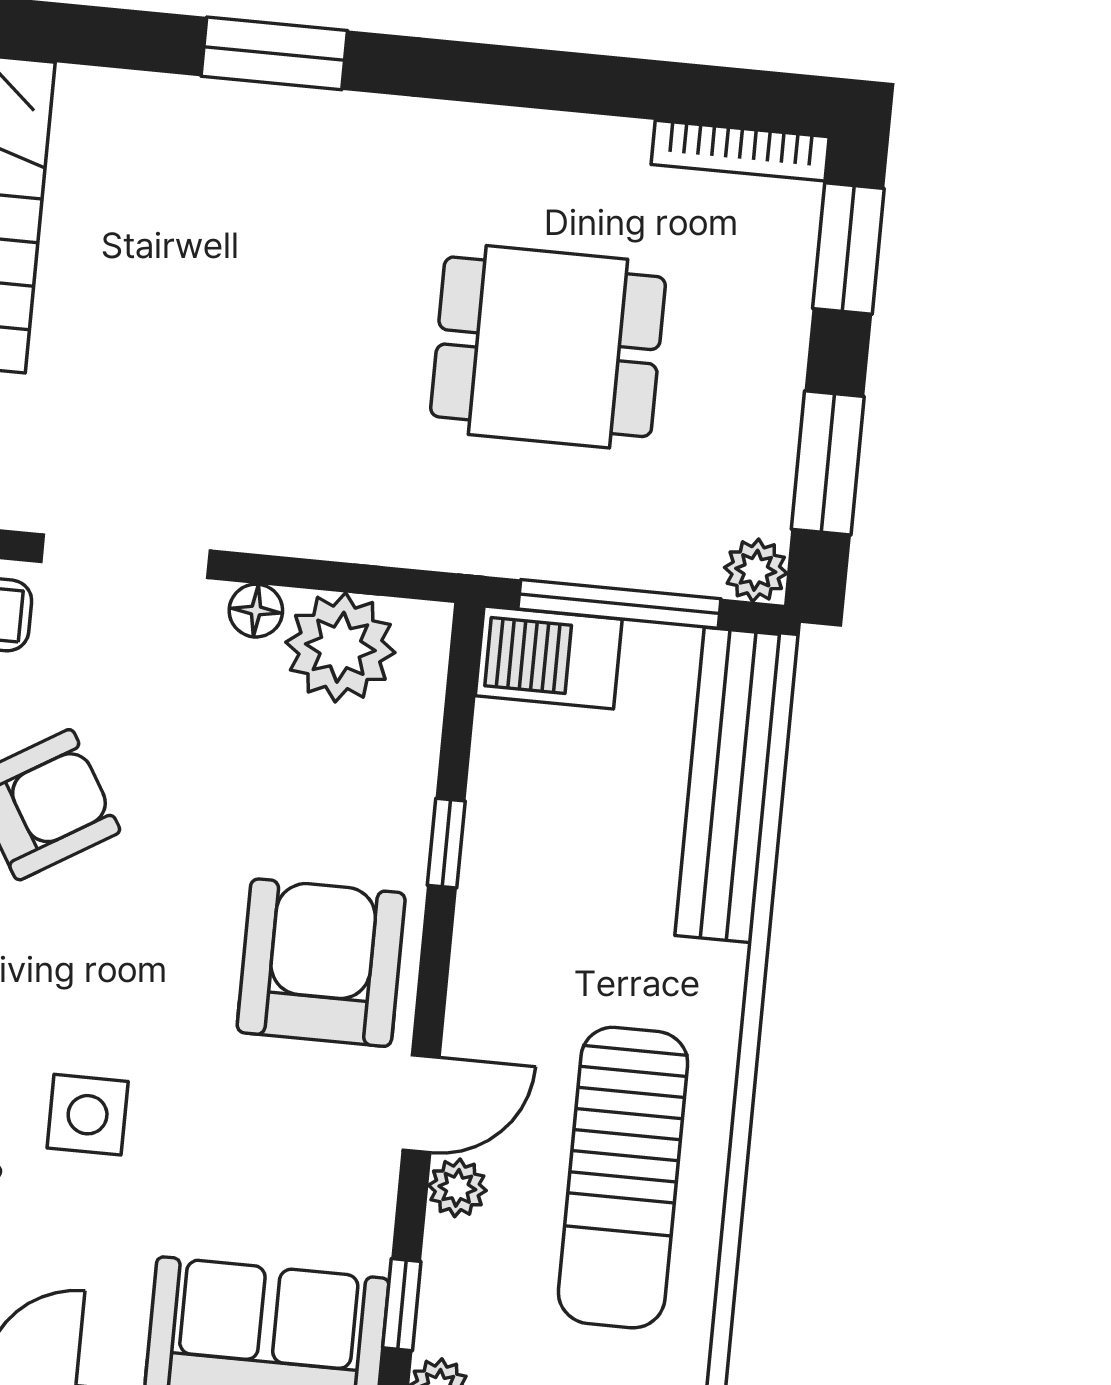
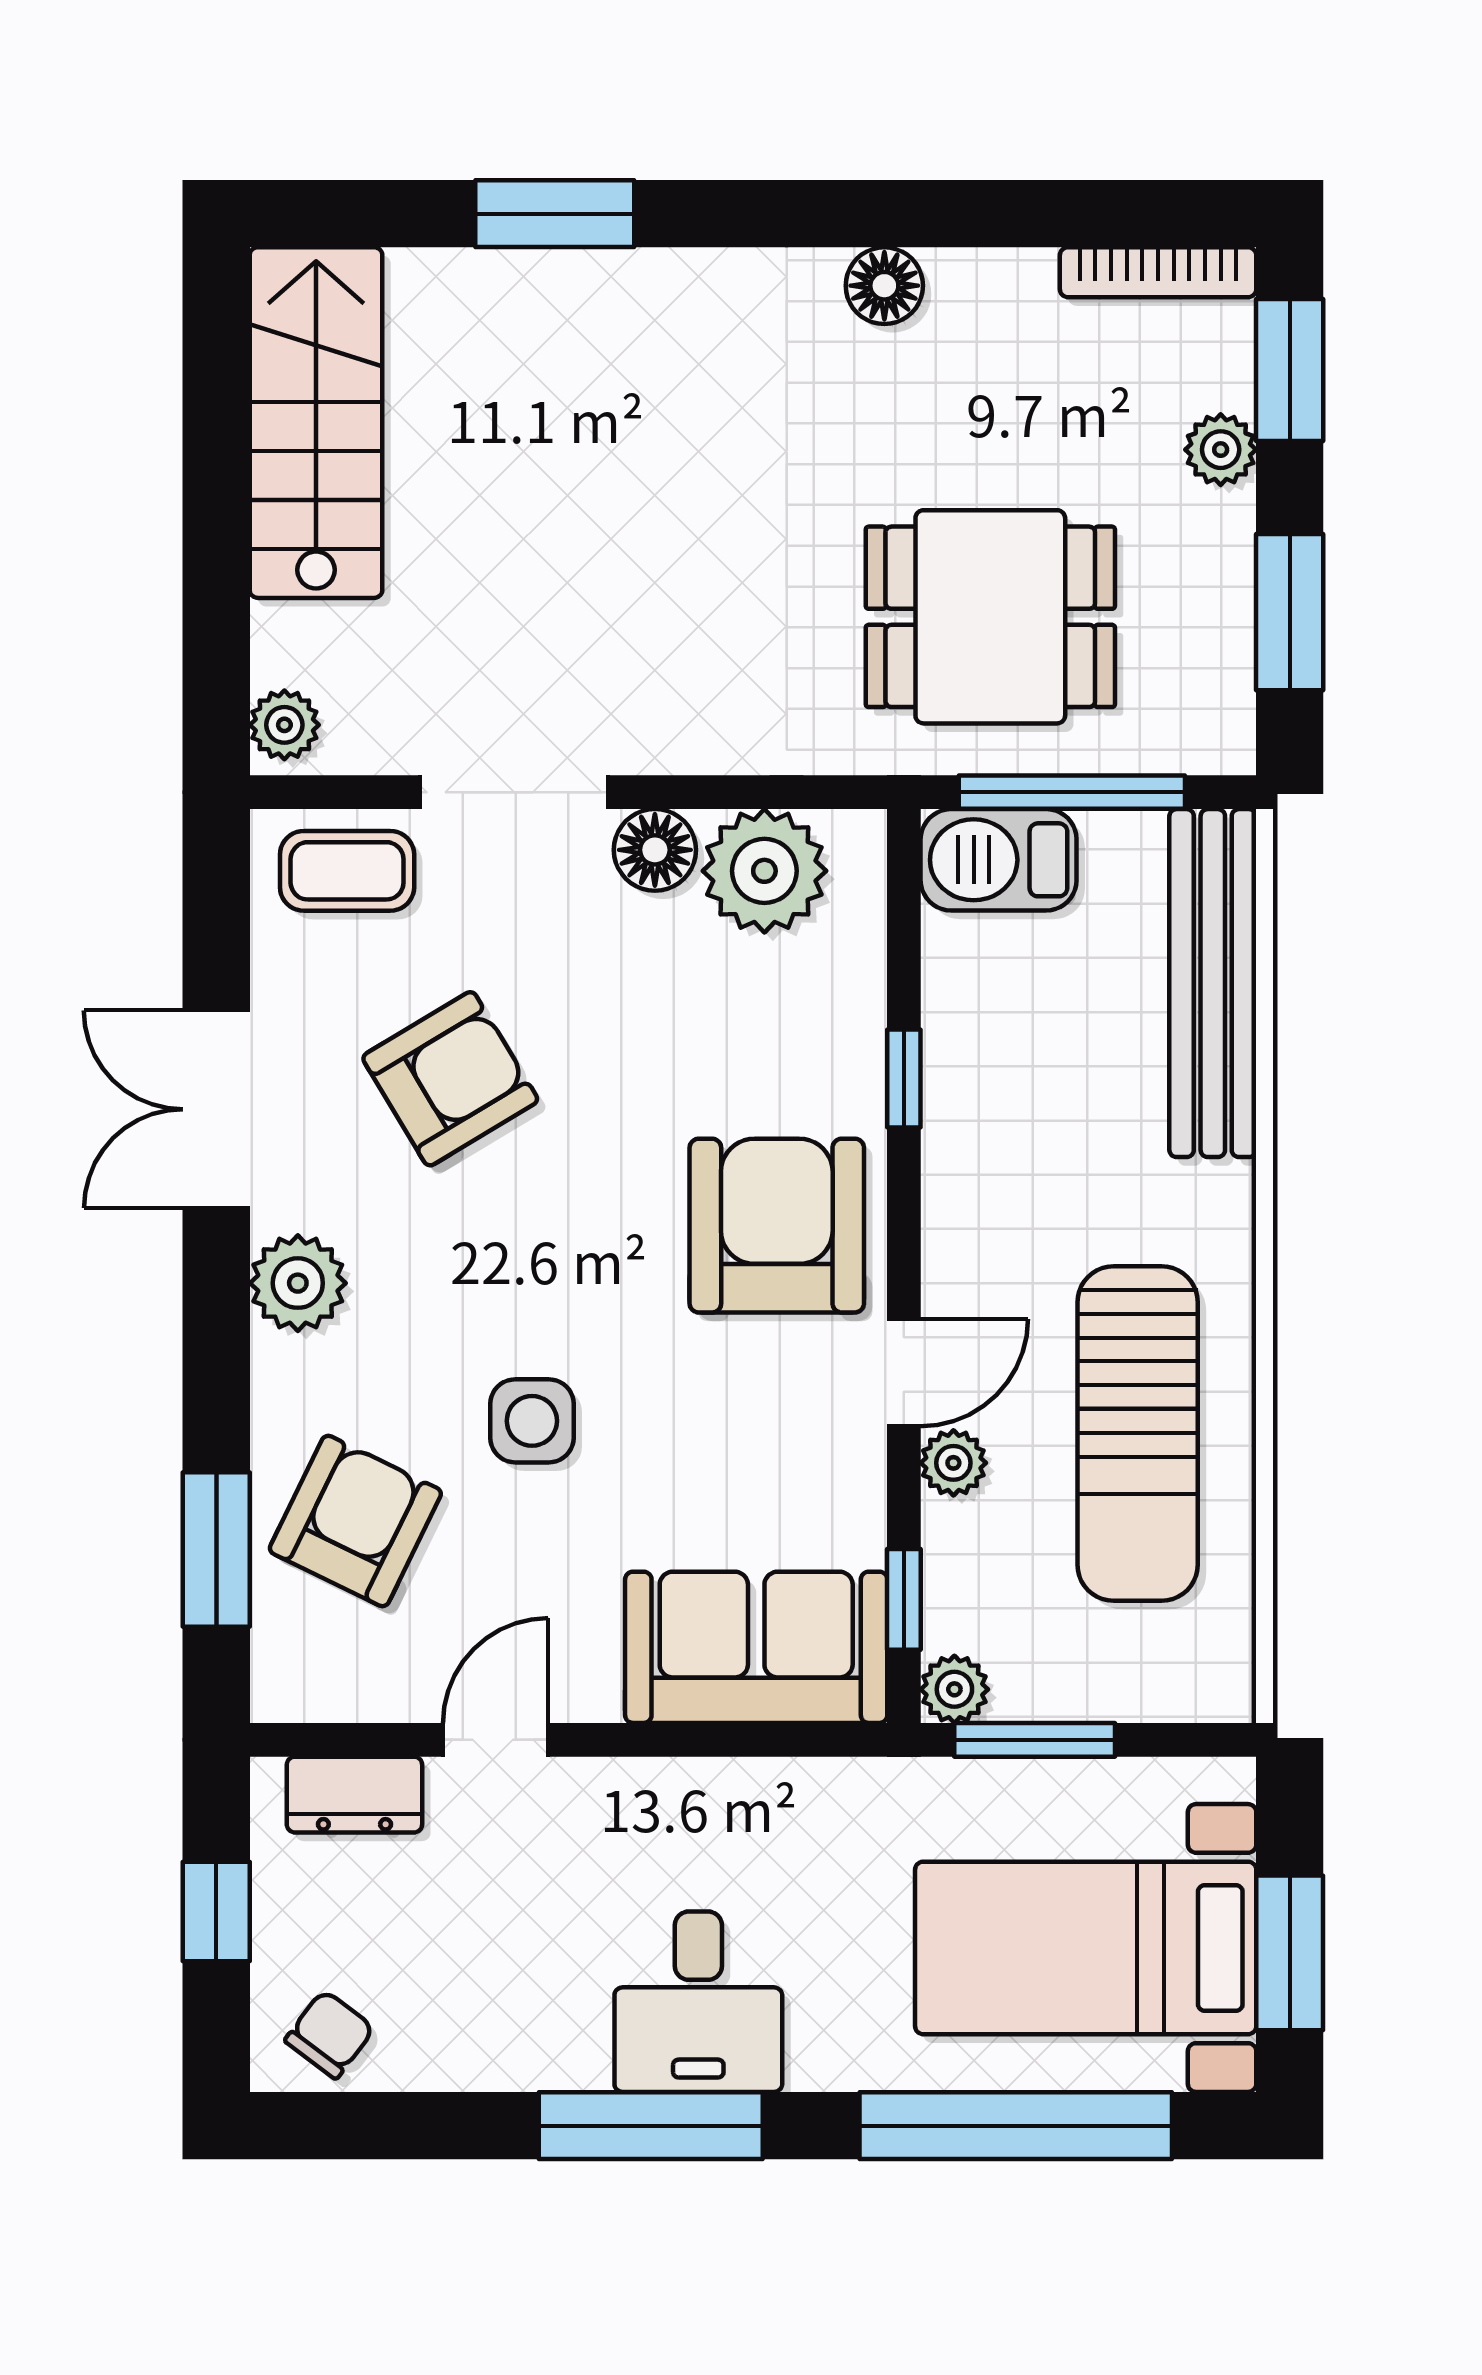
window: (274, 53) -> (555, 214), moved
floor lamp: (497, 139) -> (884, 286), added
dining table: (548, 347) -> (990, 617), moved
plant: (756, 570) -> (1221, 450), moved
floor lamp: (256, 611) -> (655, 850), width x1.37, depth x1.37

